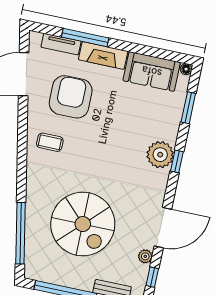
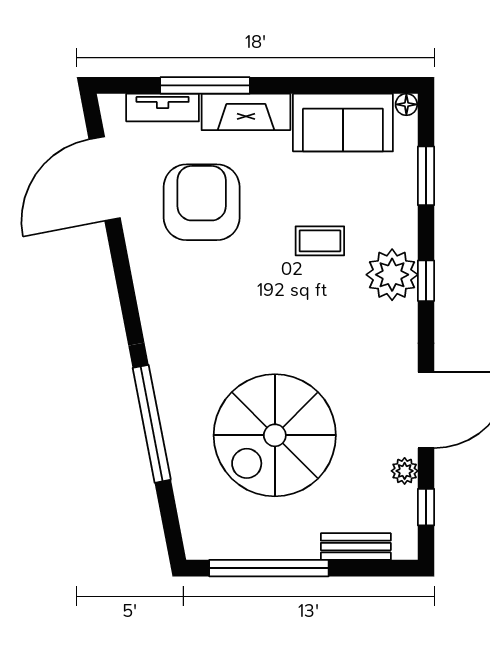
coffee table: (50, 142) -> (320, 241), moved
spiral stairs: (83, 224) -> (275, 435), turned 90
window: (20, 233) -> (152, 424), moved

